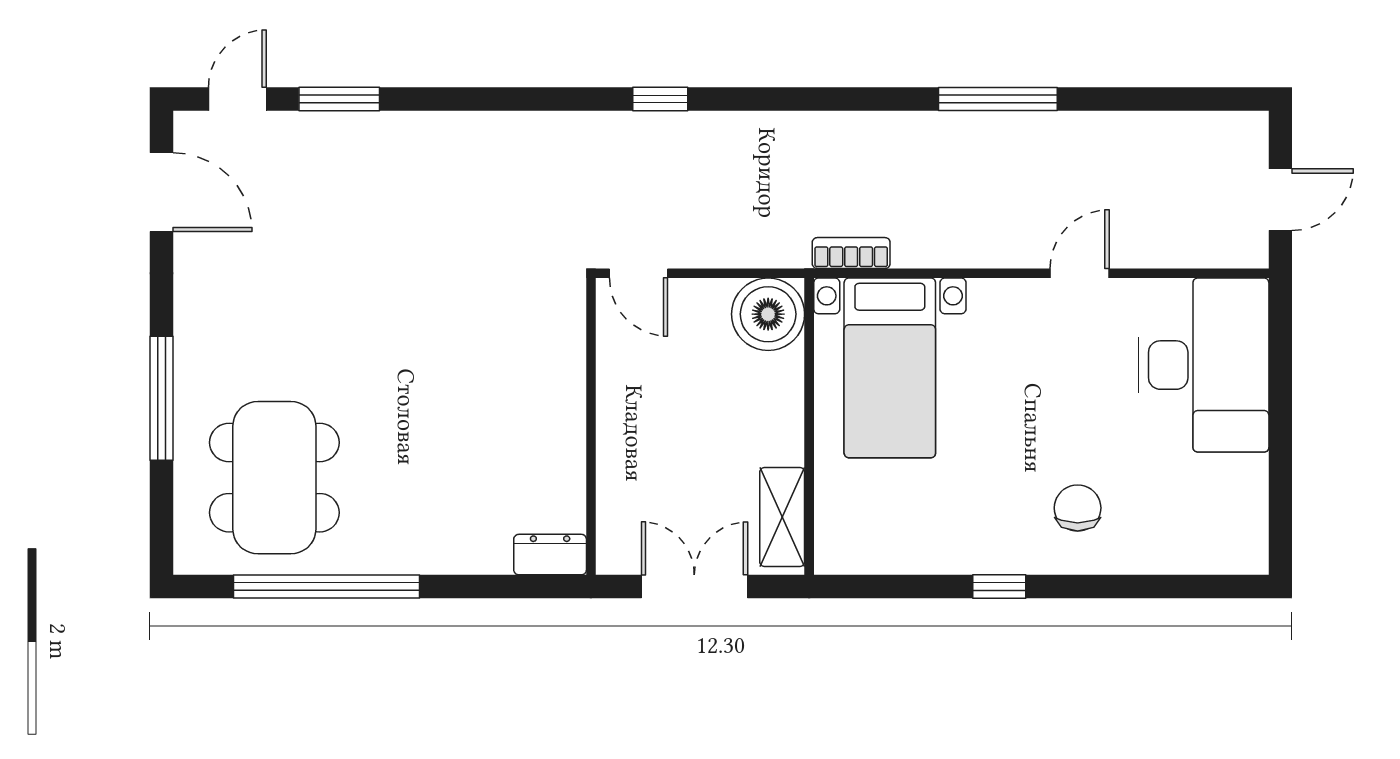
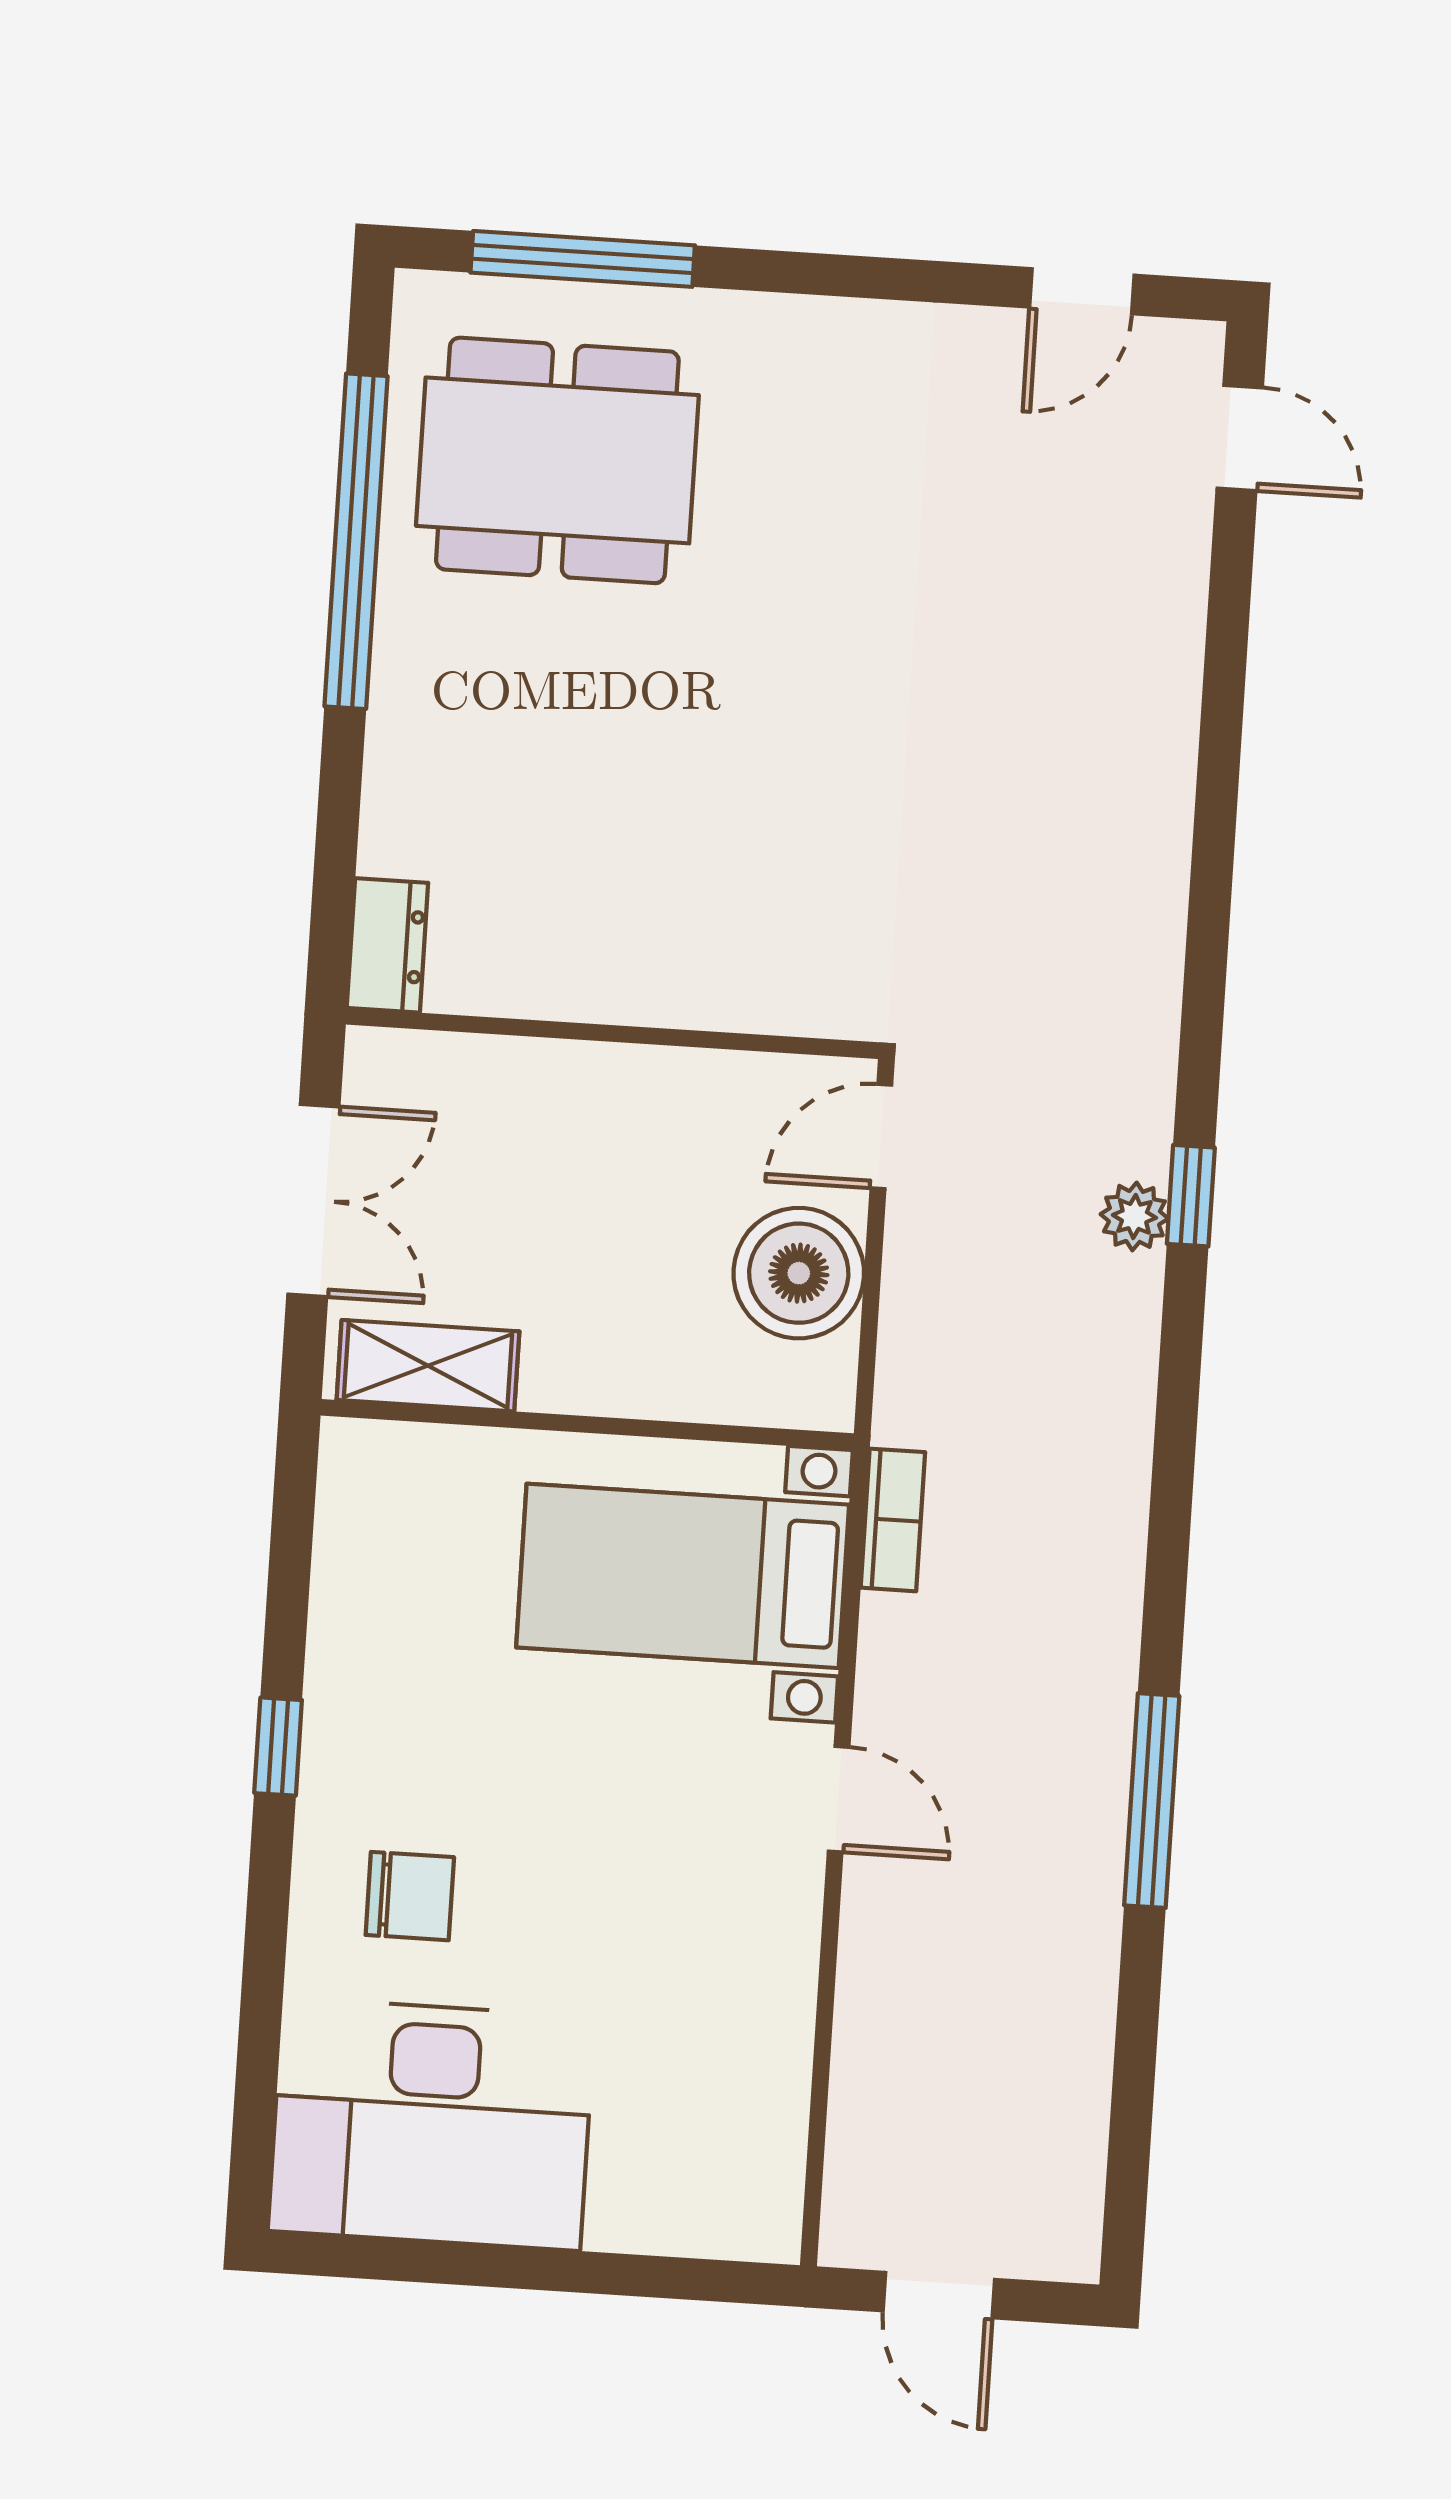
window: (339, 99) -> (1228, 621), removed
plant: (674, 130) -> (1134, 1216), added
door: (161, 192) -> (1082, 291), width x0.73
door: (1080, 273) -> (839, 1799), moved
boiler: (768, 314) -> (799, 1273), moved
desk: (1203, 365) -> (431, 2124), moved
window: (161, 398) -> (583, 259), moved

